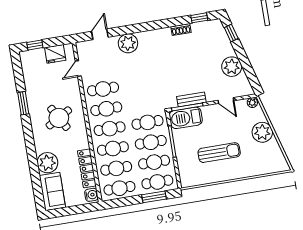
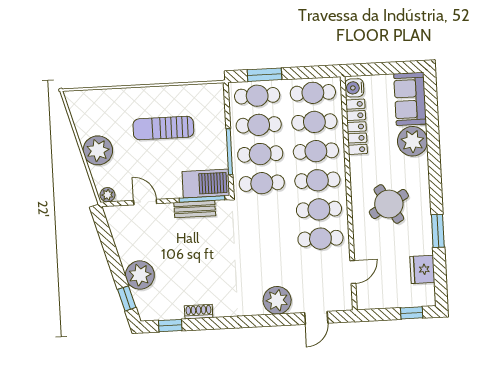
fridge: (55, 54) -> (422, 269), moved, turned -90
plant: (232, 67) -> (140, 275), moved

